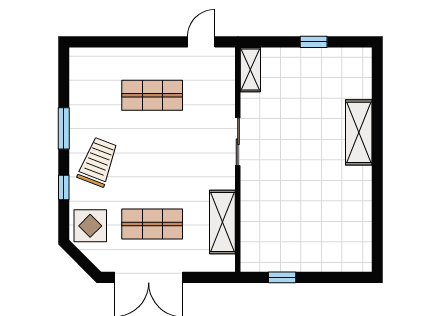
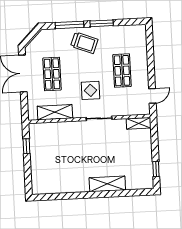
door: (201, 42) -> (152, 96), hinge flipped
window: (314, 42) -> (156, 169), moved
window: (64, 187) -> (70, 25), width x2.17
display table: (90, 226) -> (90, 90), moved

